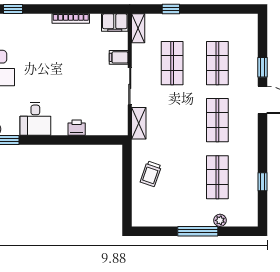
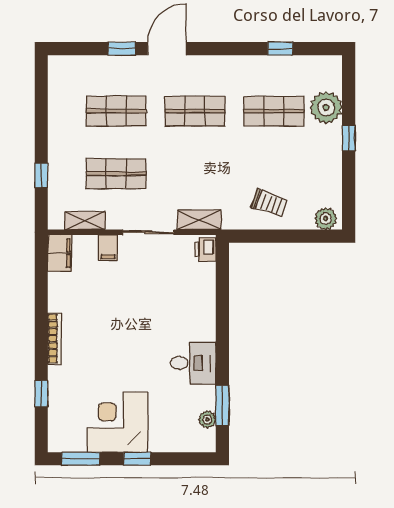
bookcase: (71, 18) -> (54, 339), moved
shelving: (138, 28) -> (85, 221), moved
printer: (77, 128) -> (205, 249), moved
plant: (140, 215) -> (326, 219), added
plant: (220, 220) -> (326, 107), width x1.87, depth x1.87
window: (198, 231) -> (349, 138), width x0.46

